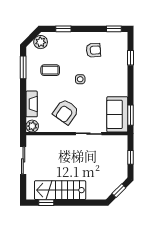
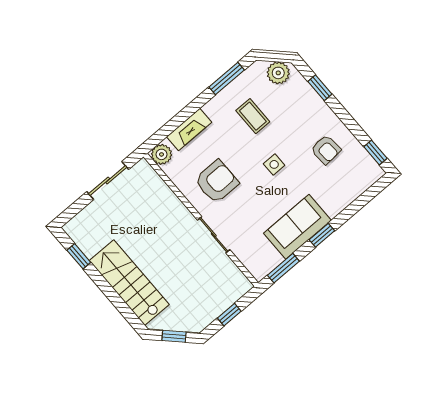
window: (131, 58) -> (322, 235), moved
armchair: (66, 112) -> (217, 182), turned 145
sofa: (117, 114) -> (297, 227), moved
stairs: (60, 190) -> (129, 283), moved

